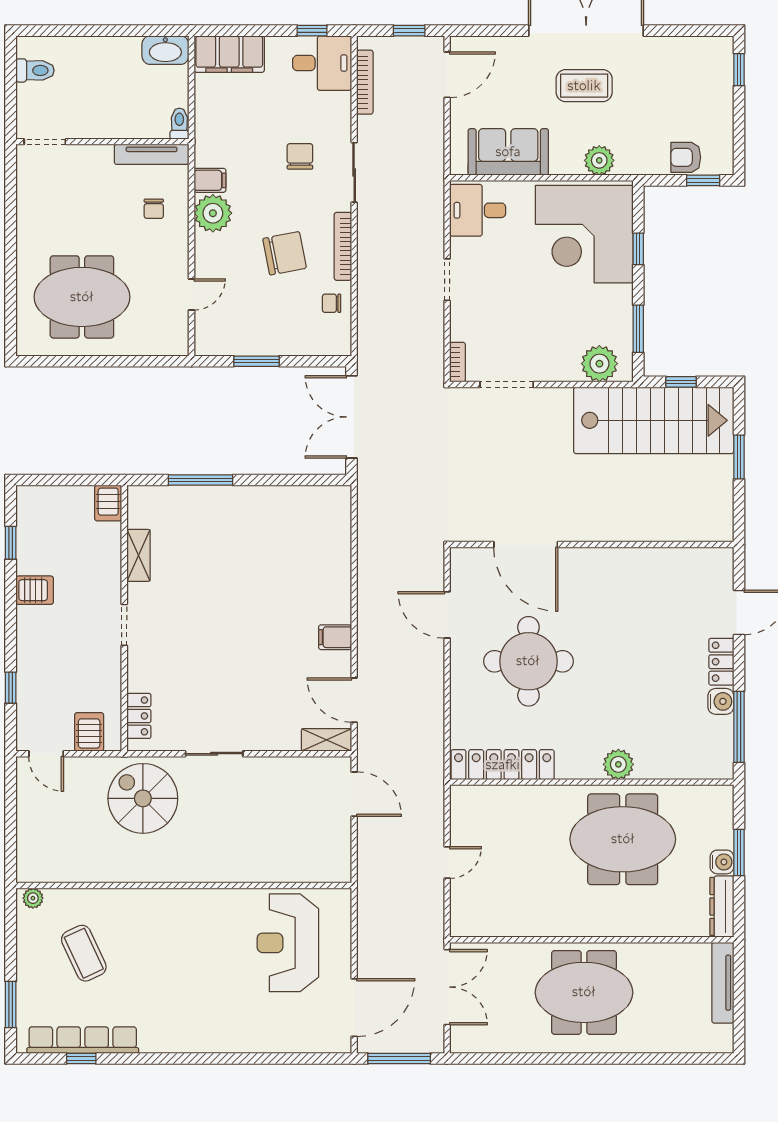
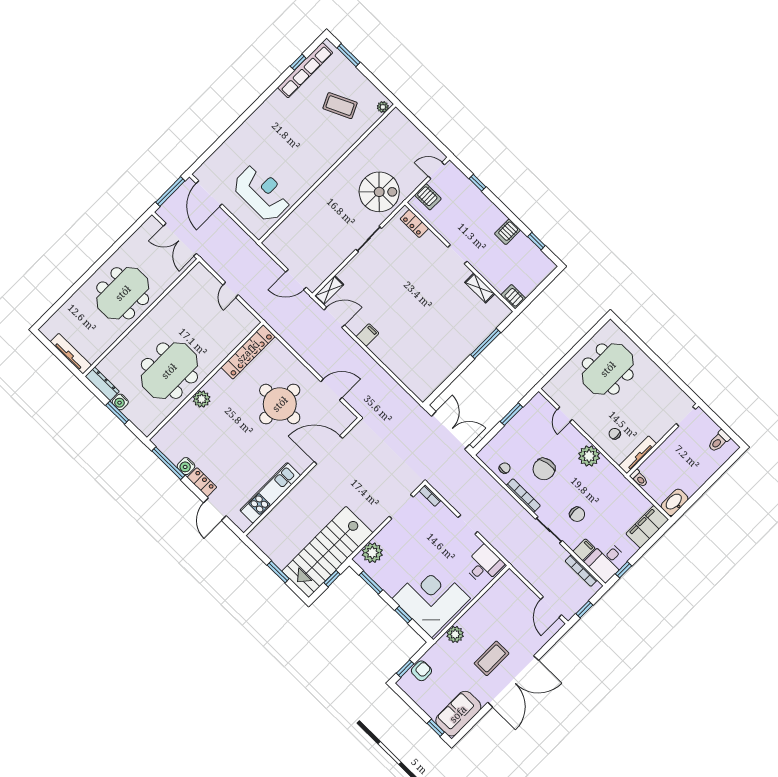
sofa: (508, 152) -> (458, 714), moved, turned 180
filing cabinet: (210, 180) -> (584, 550), moved, turned 180
kitchen unit: (651, 564) -> (270, 493), added

